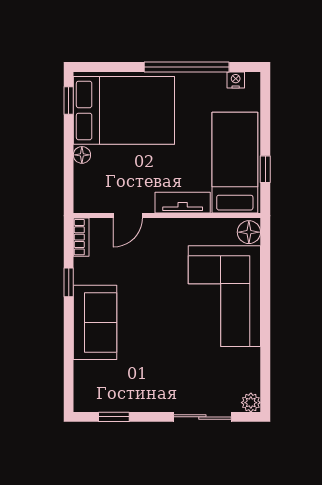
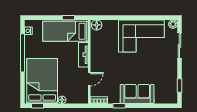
door: (128, 216) -> (89, 79), hinge flipped
corner sofa: (224, 296) -> (141, 36), moved

